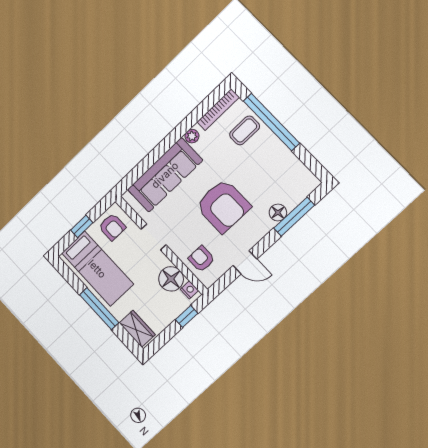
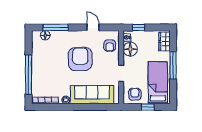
coffee table: (245, 130) -> (42, 81), removed
floor lamp: (278, 213) -> (45, 35), moved

